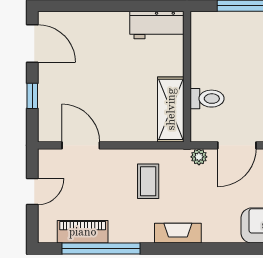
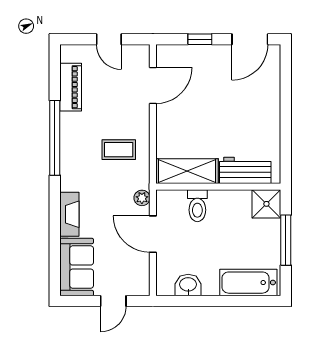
workbench: (157, 25) -> (245, 170), moved, turned 90
shower: (205, 26) -> (266, 204), added
fireplace: (178, 233) -> (69, 214), moved
window: (101, 248) -> (55, 138), moved

